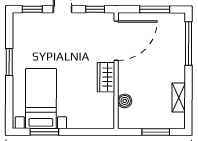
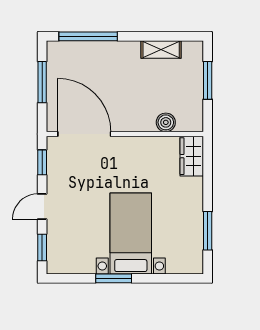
wardrobe: (106, 77) -> (192, 156), moved, turned 90
bed with nightstands: (41, 99) -> (131, 233), moved, turned 90

